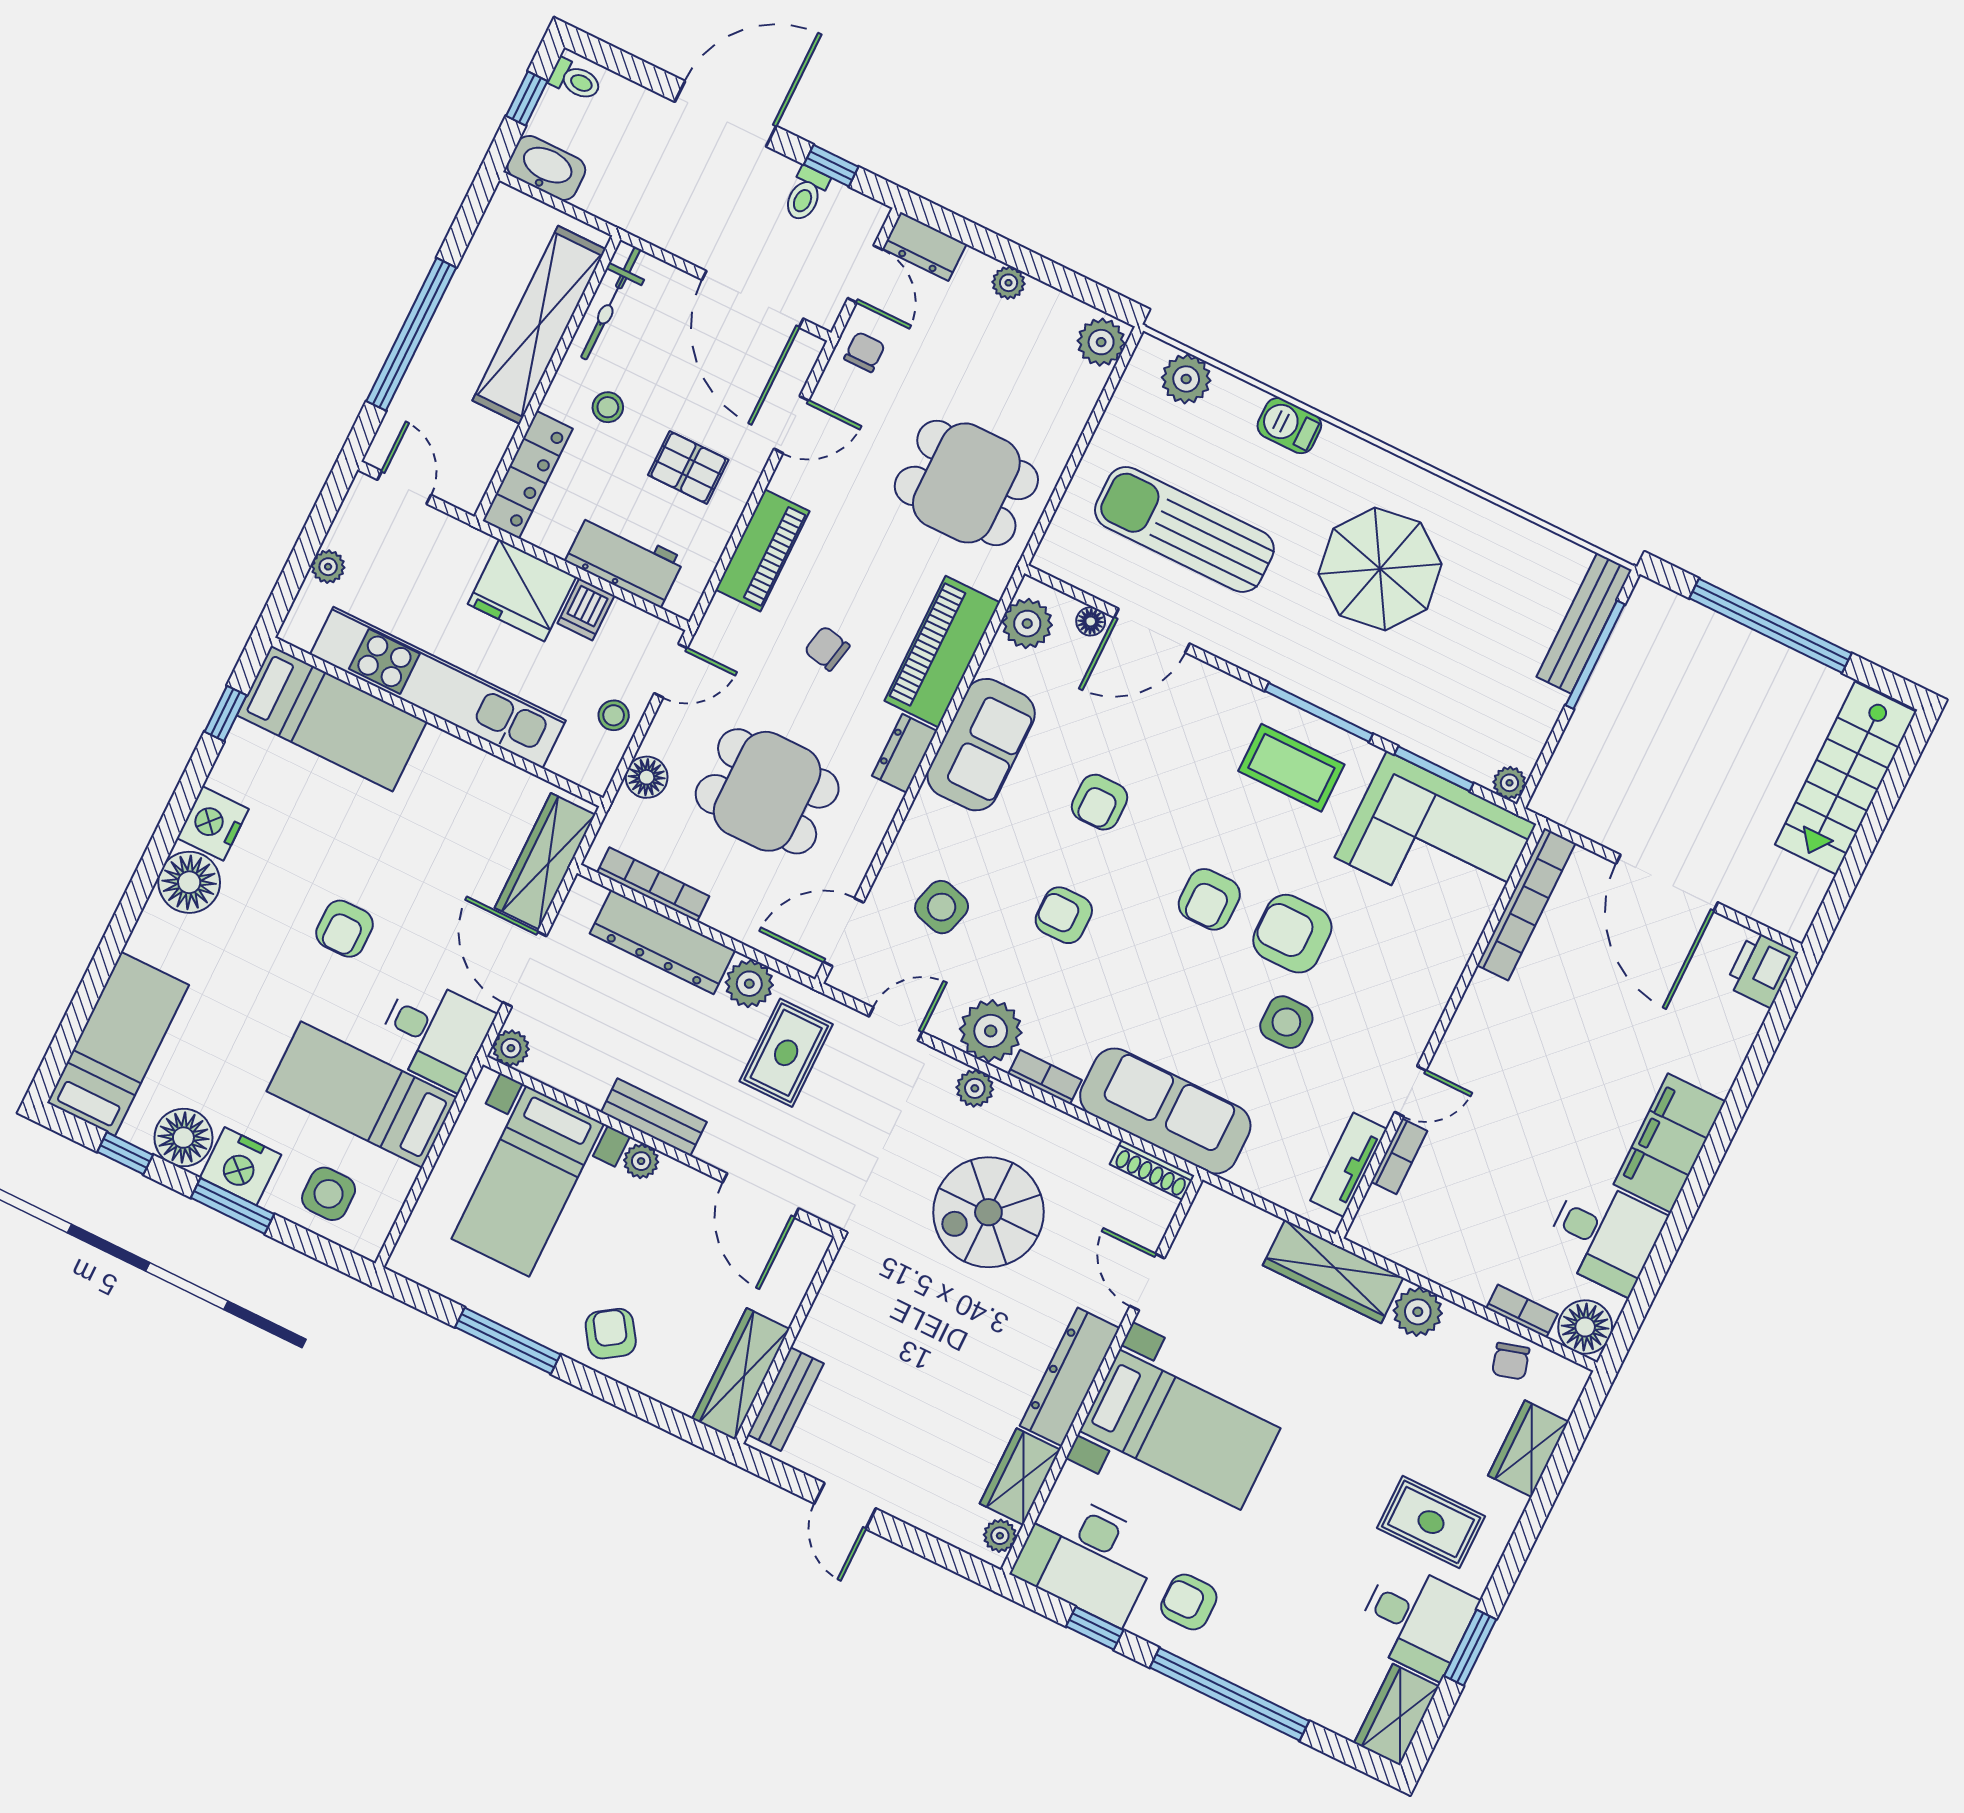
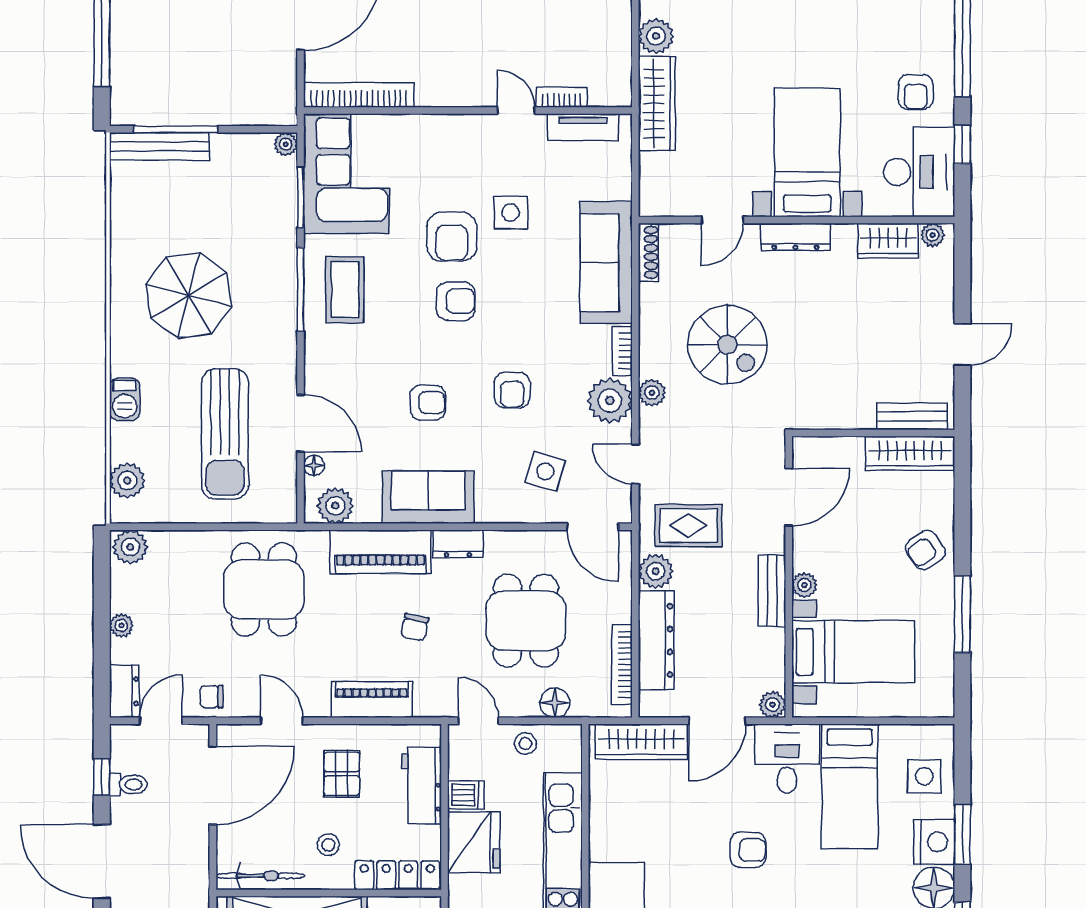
dresser: (1070, 1377) -> (795, 237), width x0.73, depth x0.80

